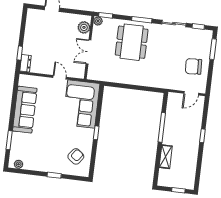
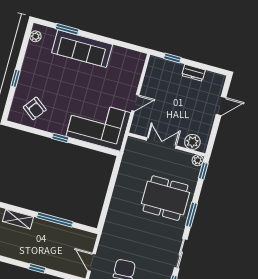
dresser: (26, 63) -> (193, 73), moved
sofa: (25, 110) -> (82, 49), moved

